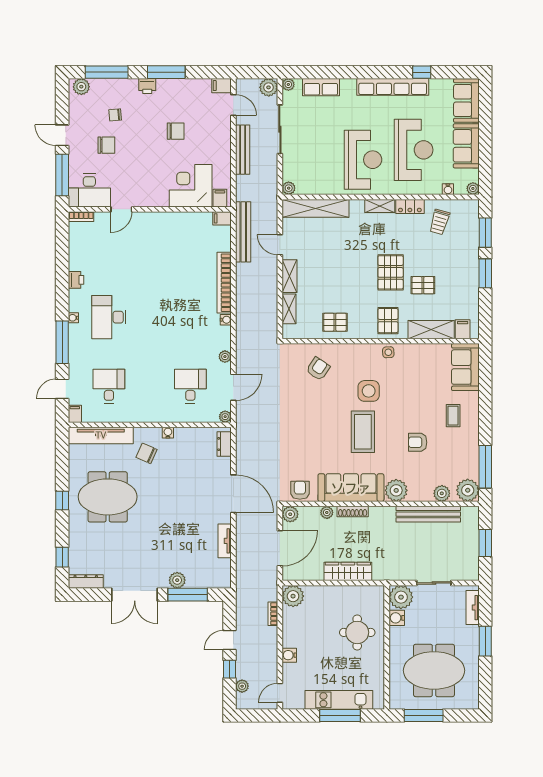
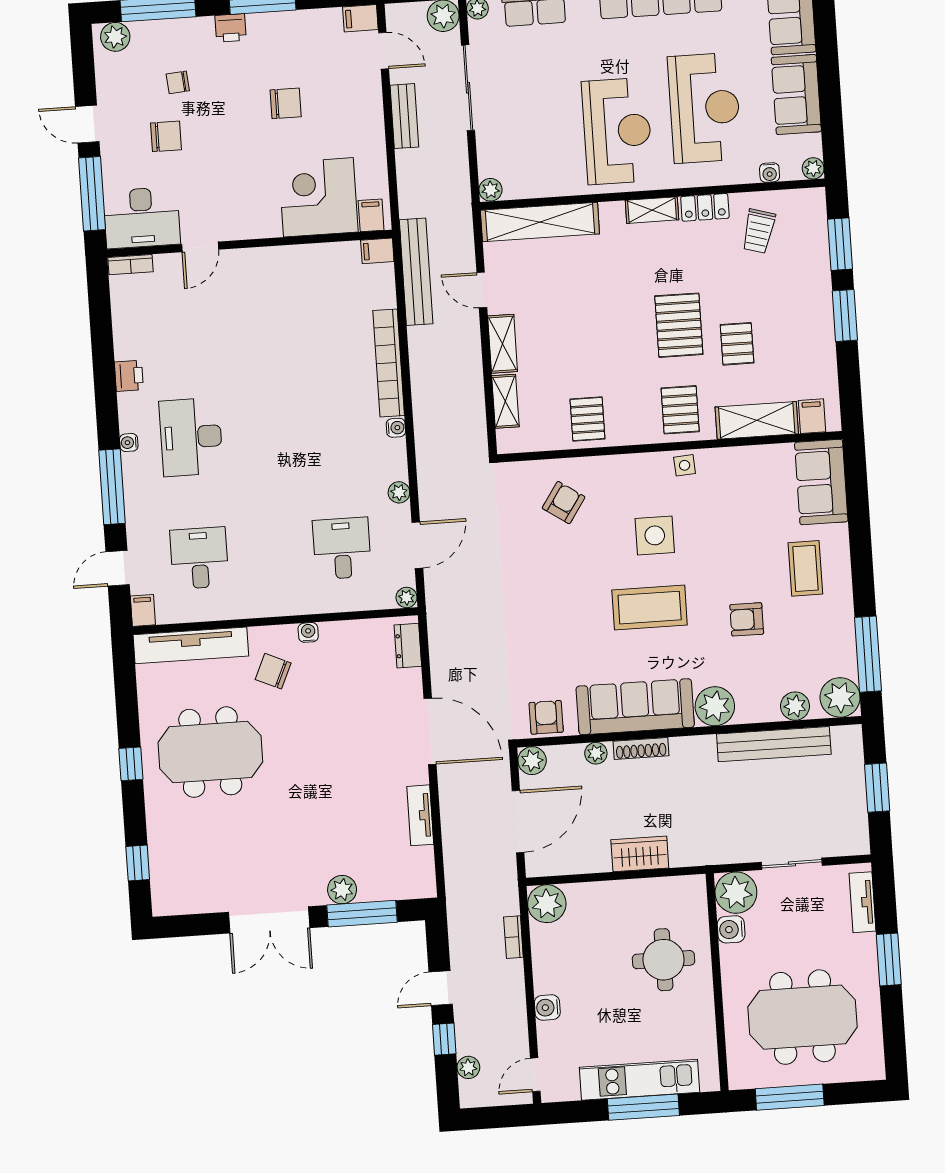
bench: (243, 150) -> (404, 116), width x0.73
pallet: (423, 285) -> (737, 344), turned 90
pallet: (335, 322) -> (587, 419), turned 90
coffee table: (453, 416) -> (805, 568), width x1.36, depth x1.30
coffee table: (363, 432) -> (650, 608), turned 90
wardrobe: (348, 571) -> (640, 854), width x0.67
dresser: (86, 582) -> (182, 903), removed

